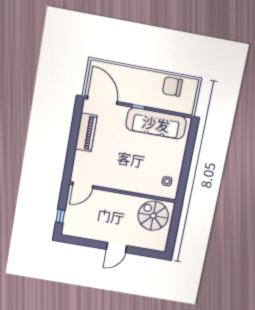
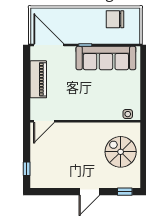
door: (83, 185) -> (44, 121), moved
wall: (123, 192) -> (85, 121), moved
window: (150, 253) -> (125, 192), added

